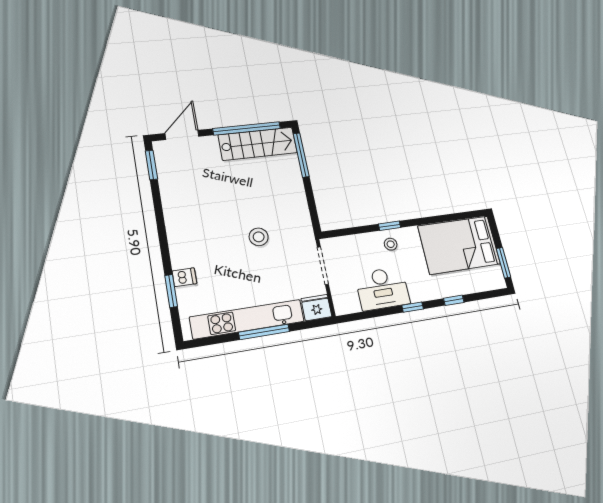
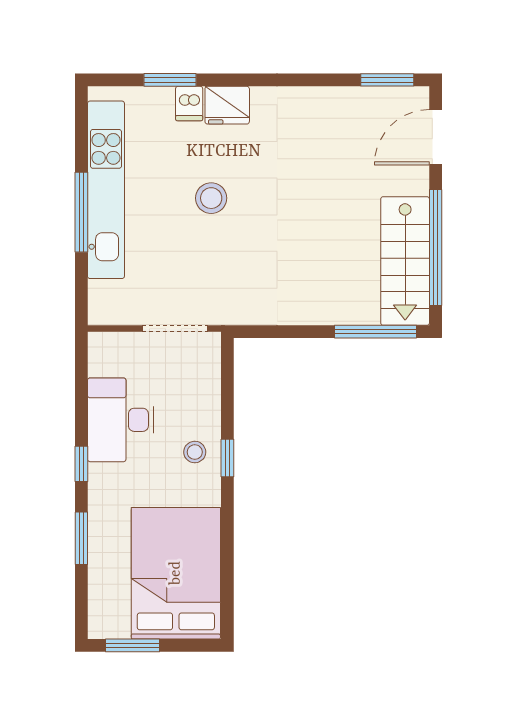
door: (182, 135) -> (436, 137), swing flipped
stool: (259, 237) -> (211, 198), moved
window: (454, 300) -> (81, 538), width x1.50
fridge: (316, 308) -> (227, 105), moved, turned 90

